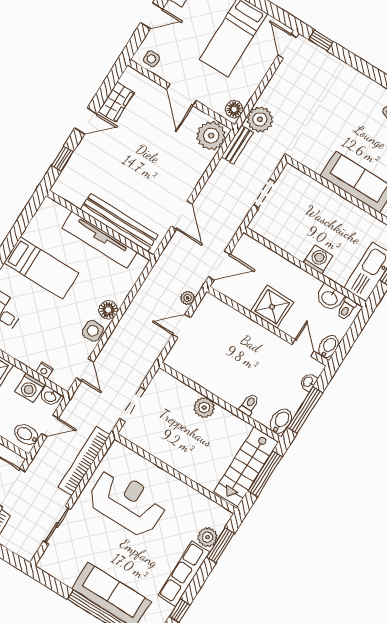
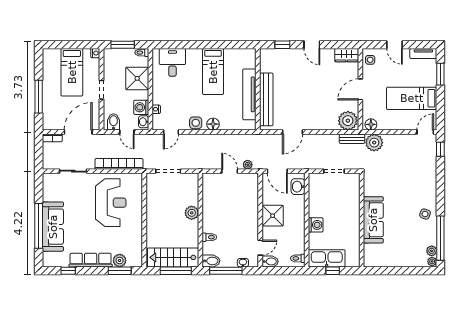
wardrobe: (116, 102) -> (346, 55), moved
washbasin: (330, 298) -> (298, 187), moved

